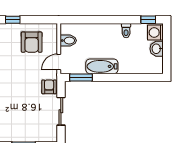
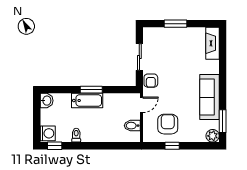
window: (13, 20) -> (172, 146), moved
washbasin: (157, 49) -> (47, 101), moved
bathtub: (102, 66) -> (87, 101), moved
window: (81, 78) -> (91, 90), moved

